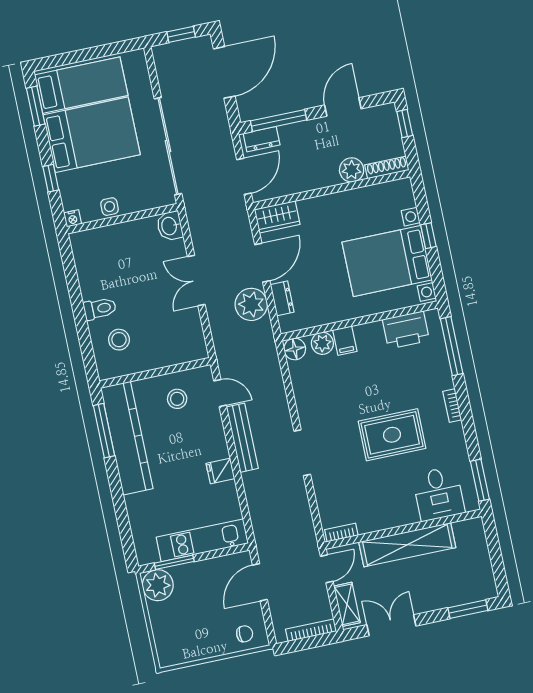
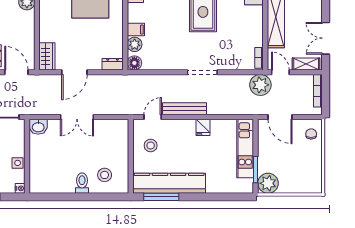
door: (262, 263) -> (74, 72), swing flipped
dresser: (282, 298) -> (113, 64), moved
plant: (251, 304) -> (260, 85), moved

